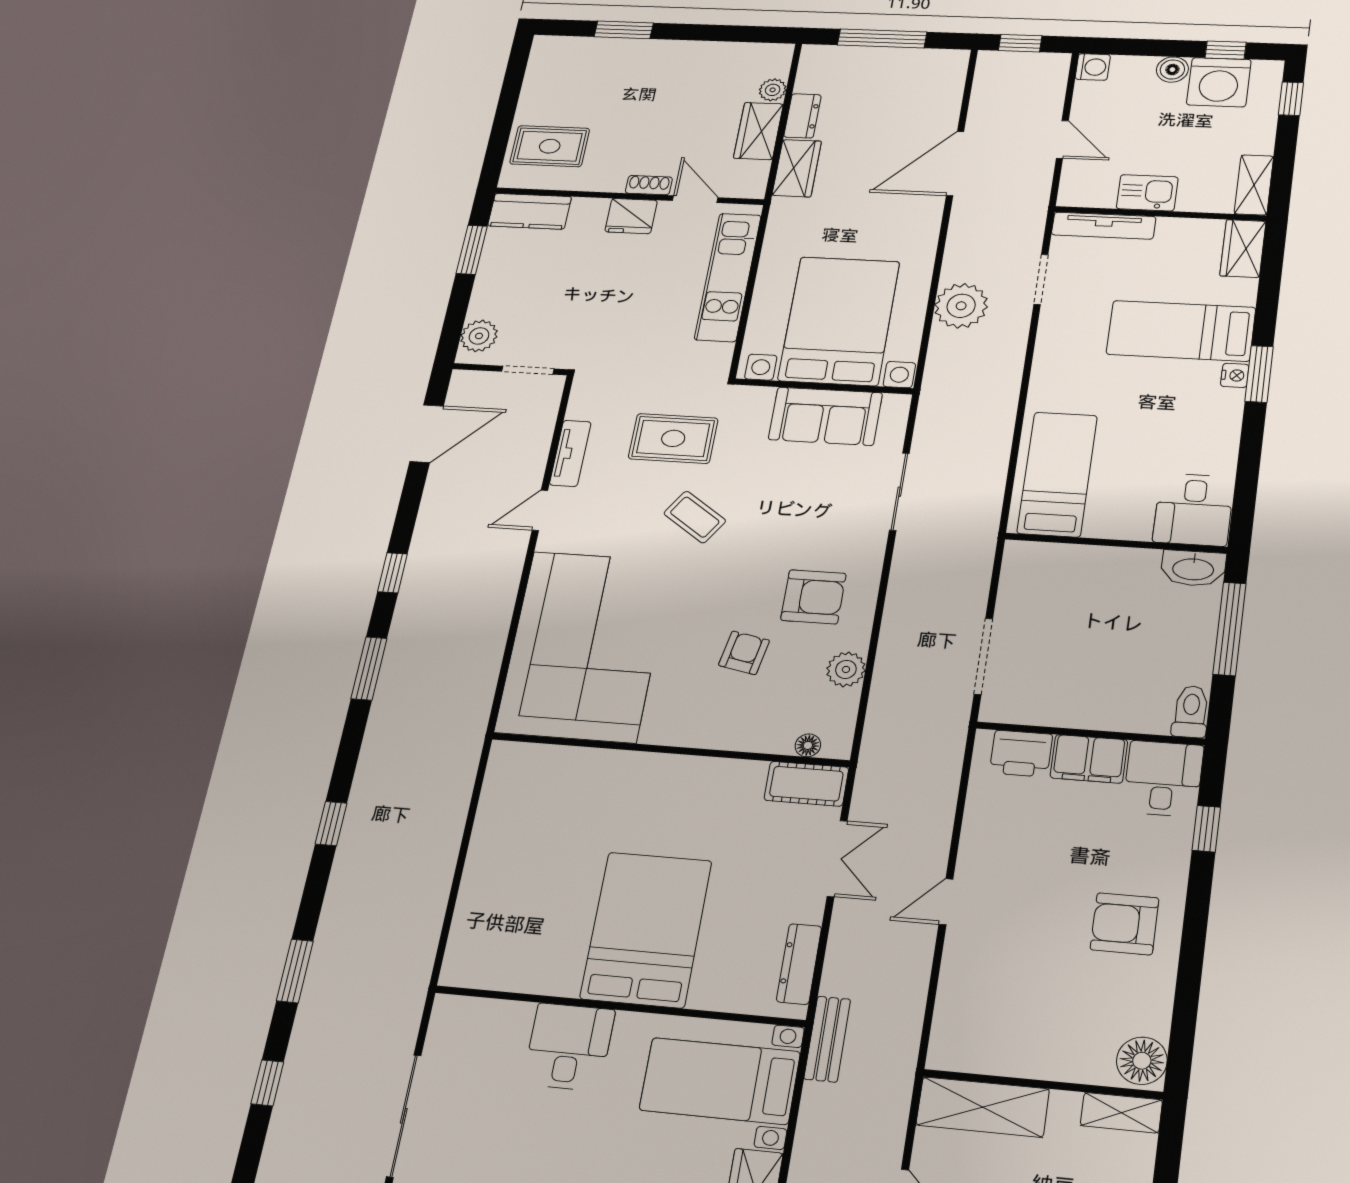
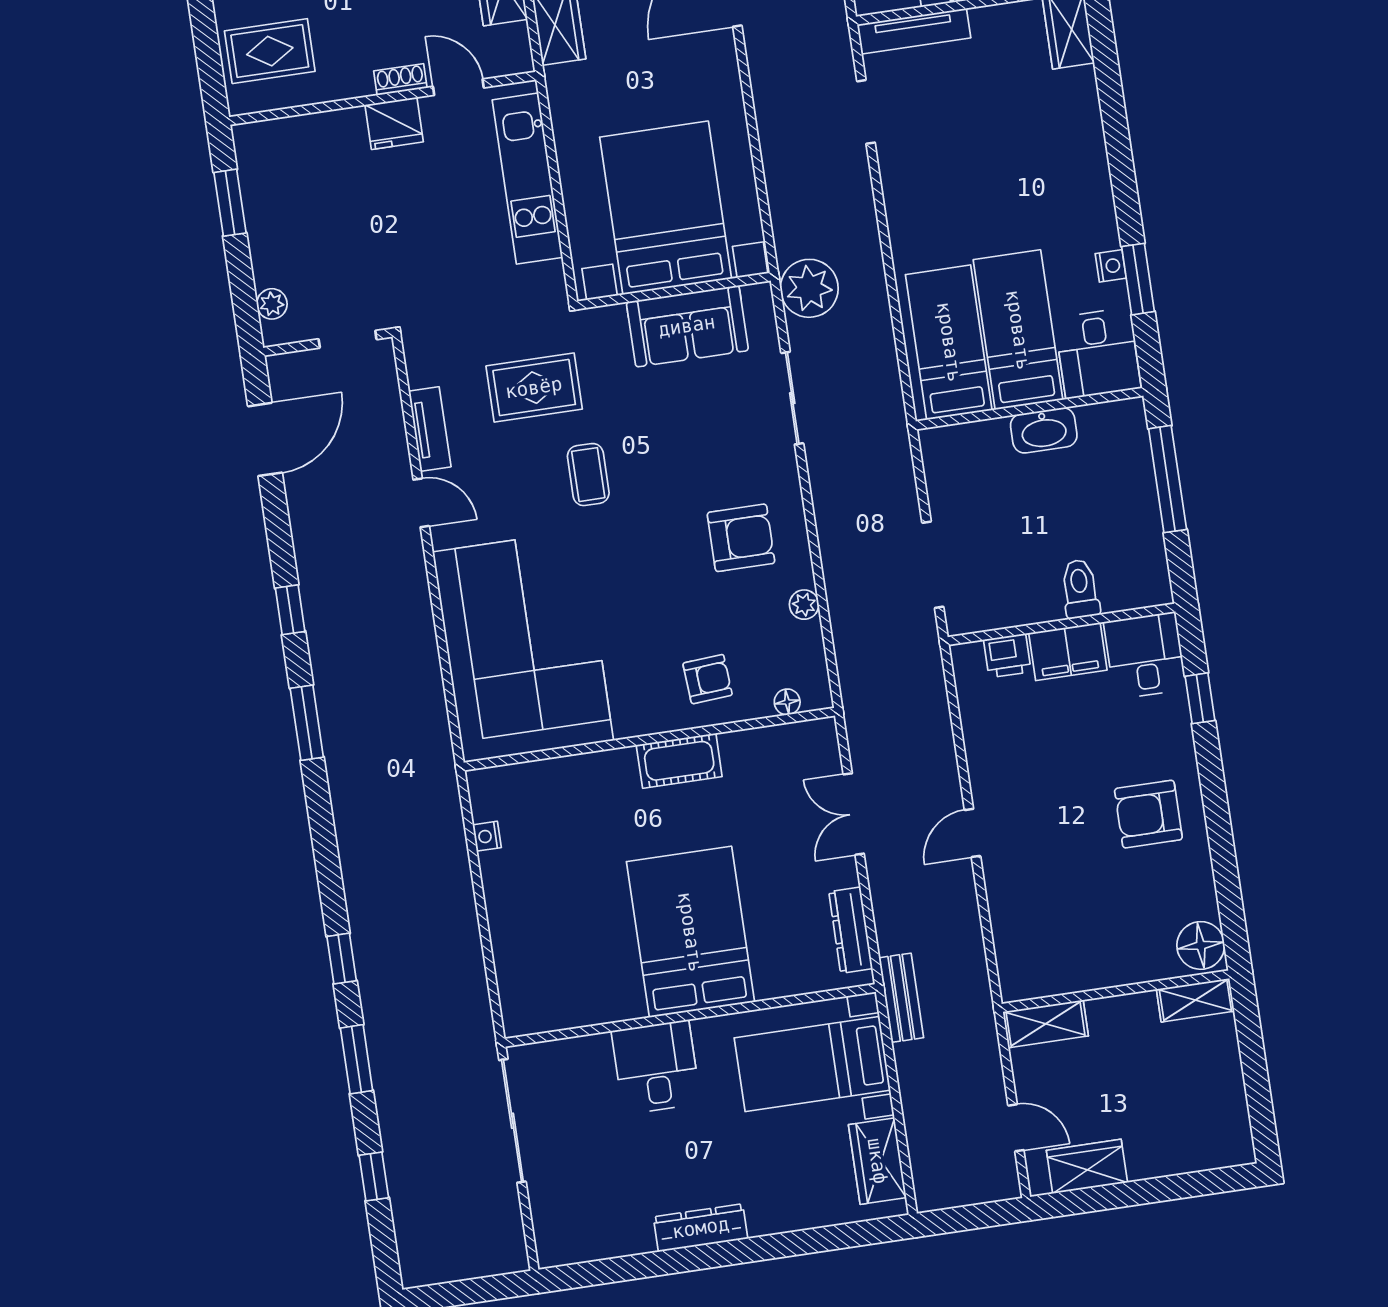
kitchen counter: (530, 211) -> (277, 140), removed
plant: (961, 306) -> (809, 288), moved
bed: (1181, 331) -> (1018, 330), moved, turned 90
plant: (479, 336) -> (272, 304), width x0.73, depth x0.73
window: (1259, 374) -> (1138, 279), moved
nightstand: (1235, 375) -> (1111, 266), moved
door: (540, 510) -> (421, 503), swing flipped
coffee table: (695, 517) -> (588, 475), turned 56
washbasin: (1193, 568) -> (1044, 430), moved
armchair: (744, 653) -> (708, 679), moved, turned 75
plant: (846, 669) -> (804, 605), width x0.73, depth x0.73
toilet: (1191, 712) -> (1080, 589), moved
printer: (1021, 754) -> (1007, 656), width x0.73, depth x0.81
cot: (806, 784) -> (679, 761), moved
nightstand: (490, 801) -> (487, 836), added
window: (331, 824) -> (342, 959), moved
double door: (837, 859) -> (854, 814), swing flipped
shelving: (983, 1107) -> (1046, 1024), width x0.67, depth x0.75
sliding door: (404, 1116) -> (512, 1121), moved

